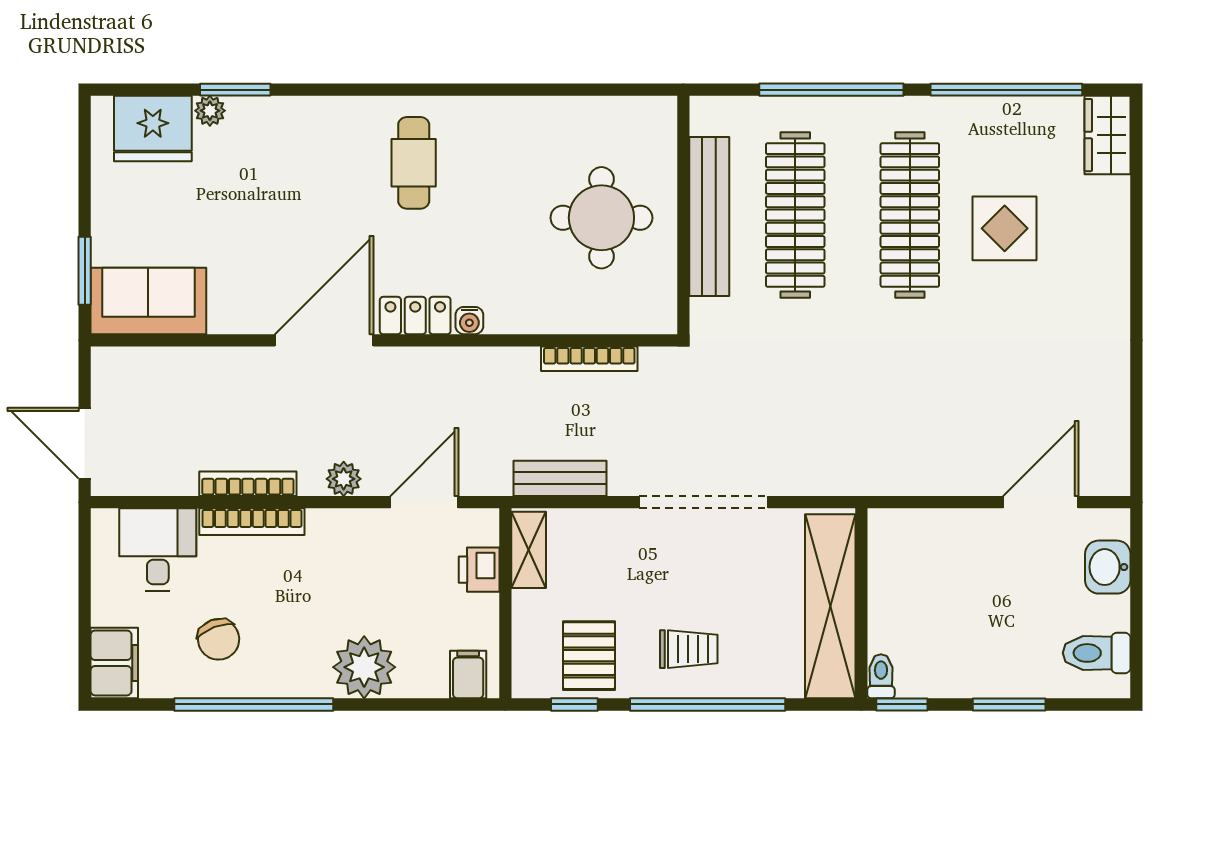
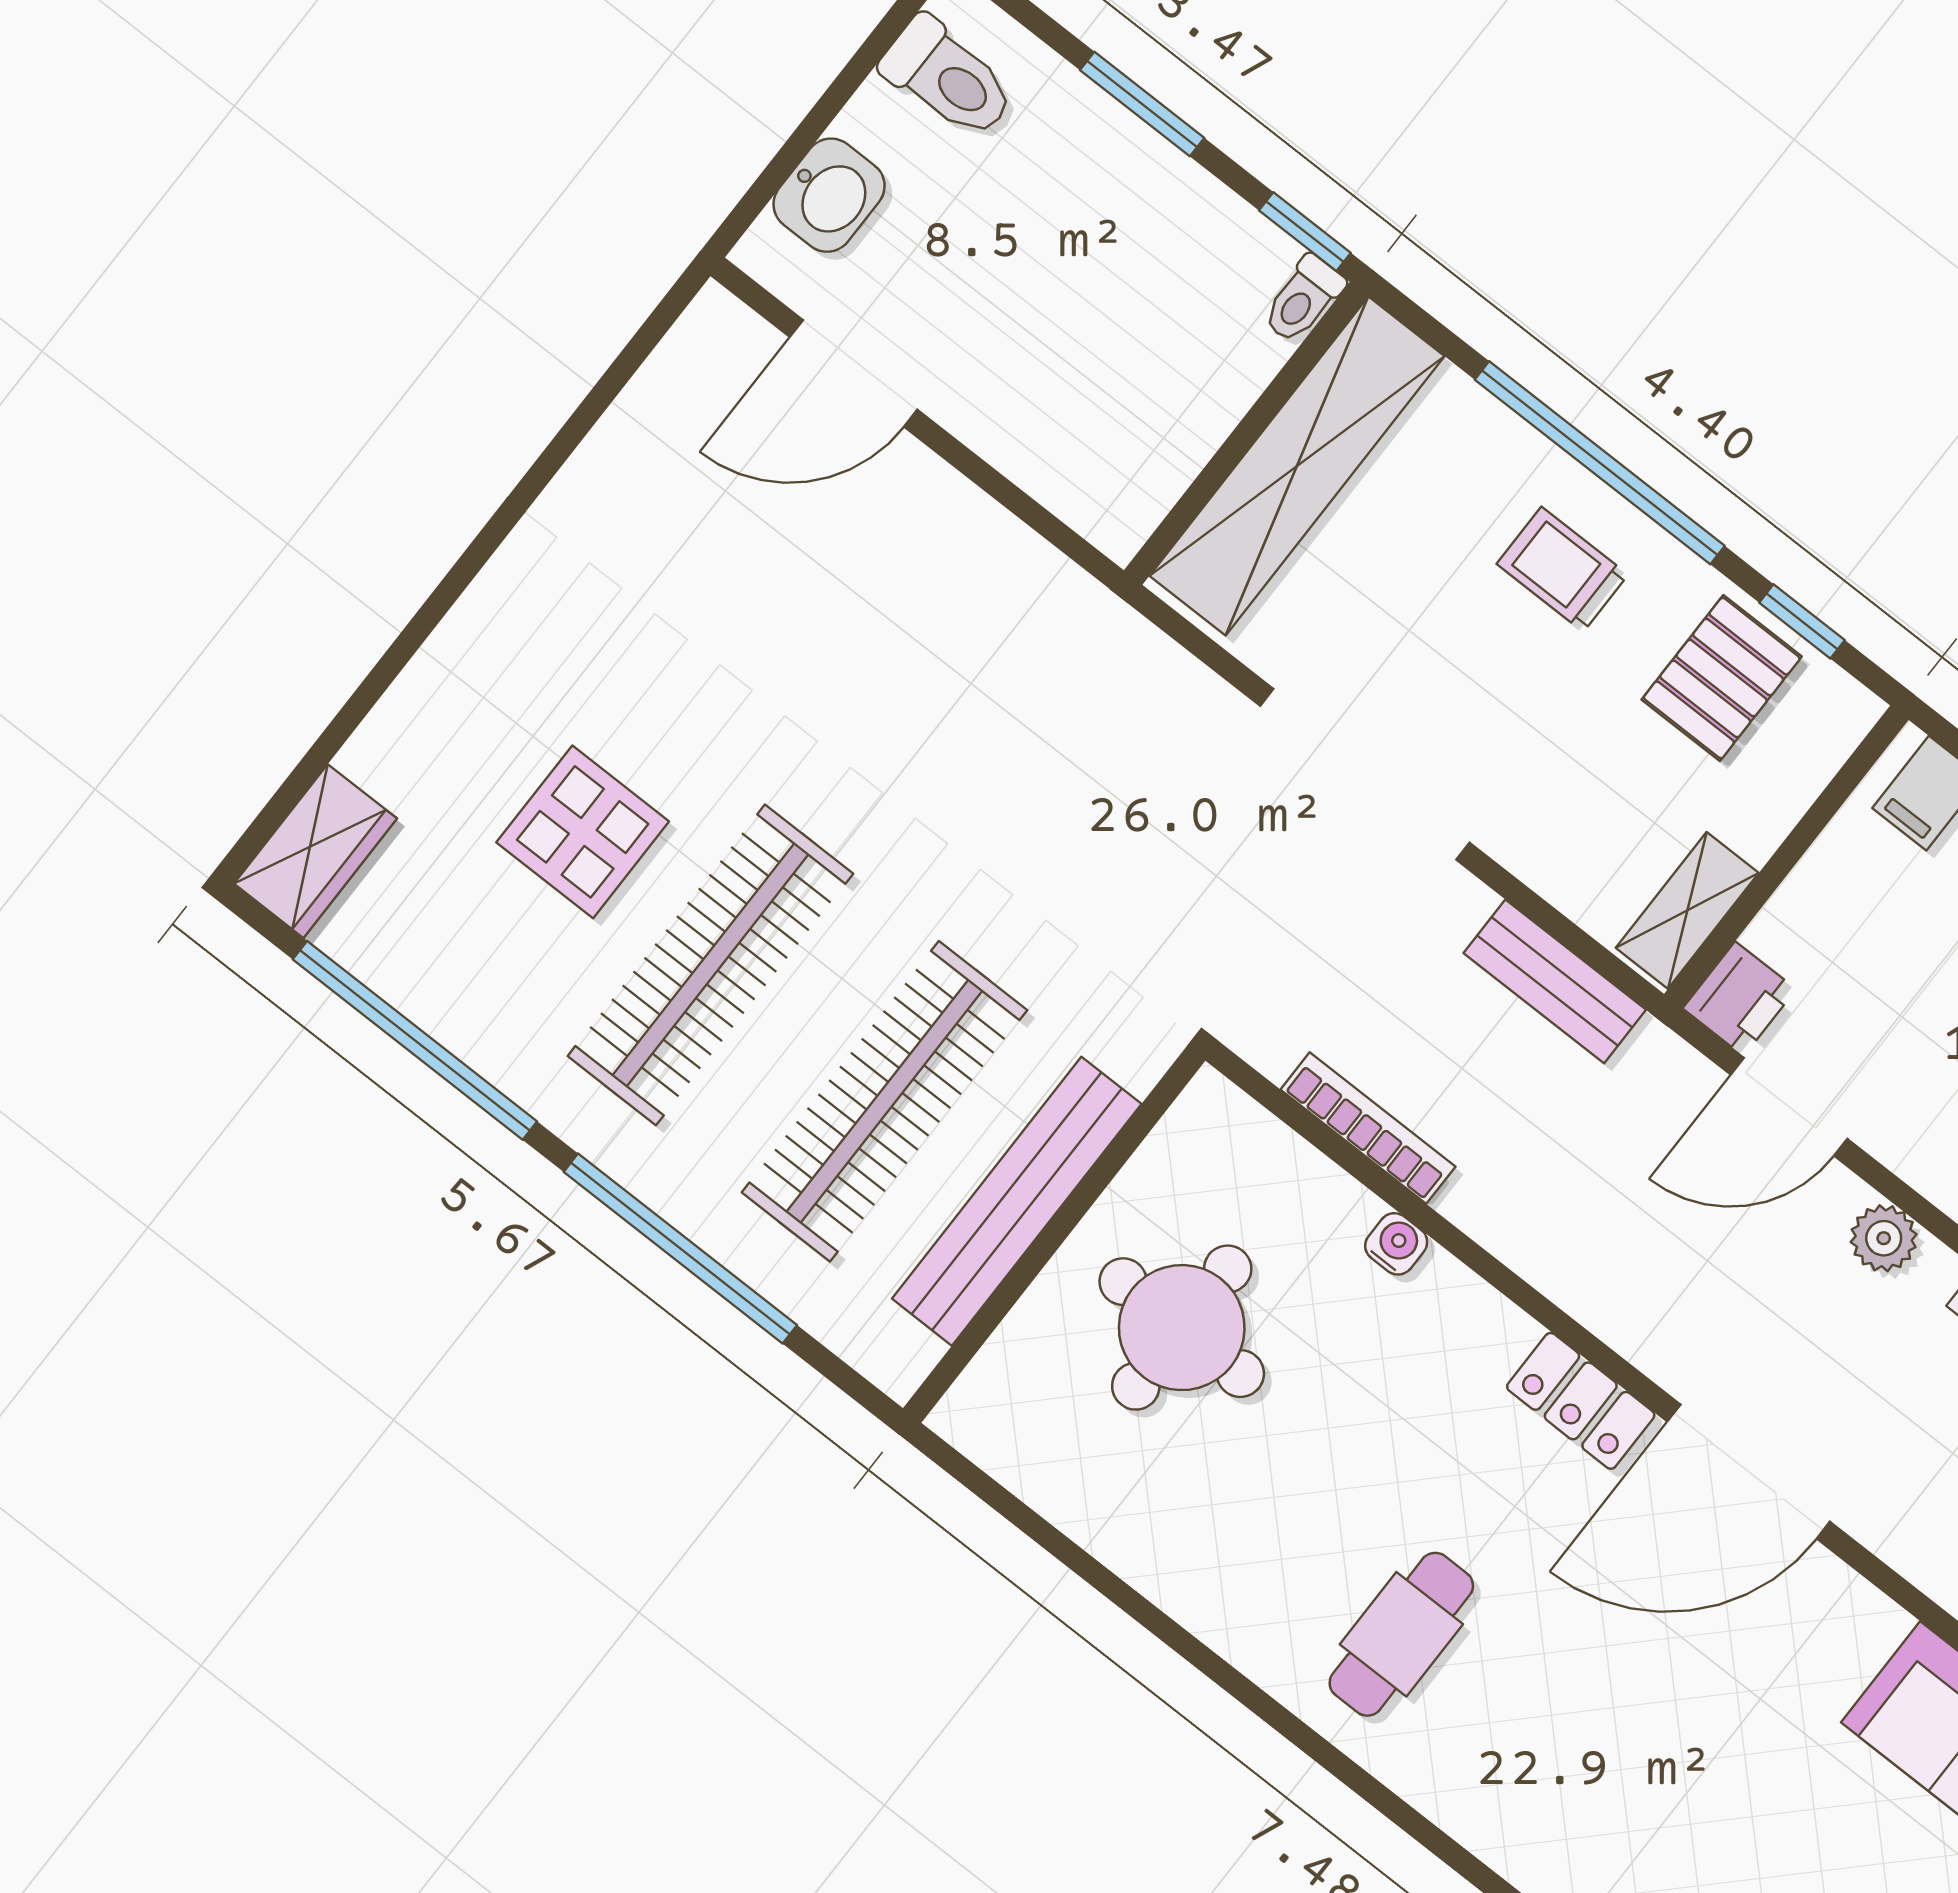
water cooler: (469, 321) -> (1396, 1244), moved
printer: (479, 570) -> (1739, 999), moved

